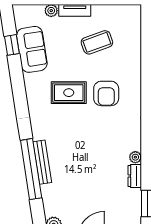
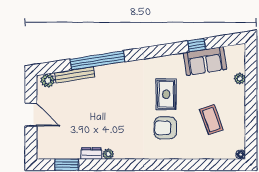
tv unit: (75, 10) -> (240, 100), removed
floor lamp: (136, 10) -> (241, 155), added
window: (12, 45) -> (197, 45), moved
bench: (42, 162) -> (75, 75), moved

